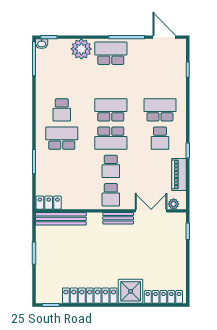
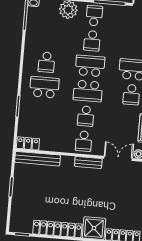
school desk: (111, 53) -> (94, 16), width x0.54
school desk: (111, 82) -> (92, 41), added

